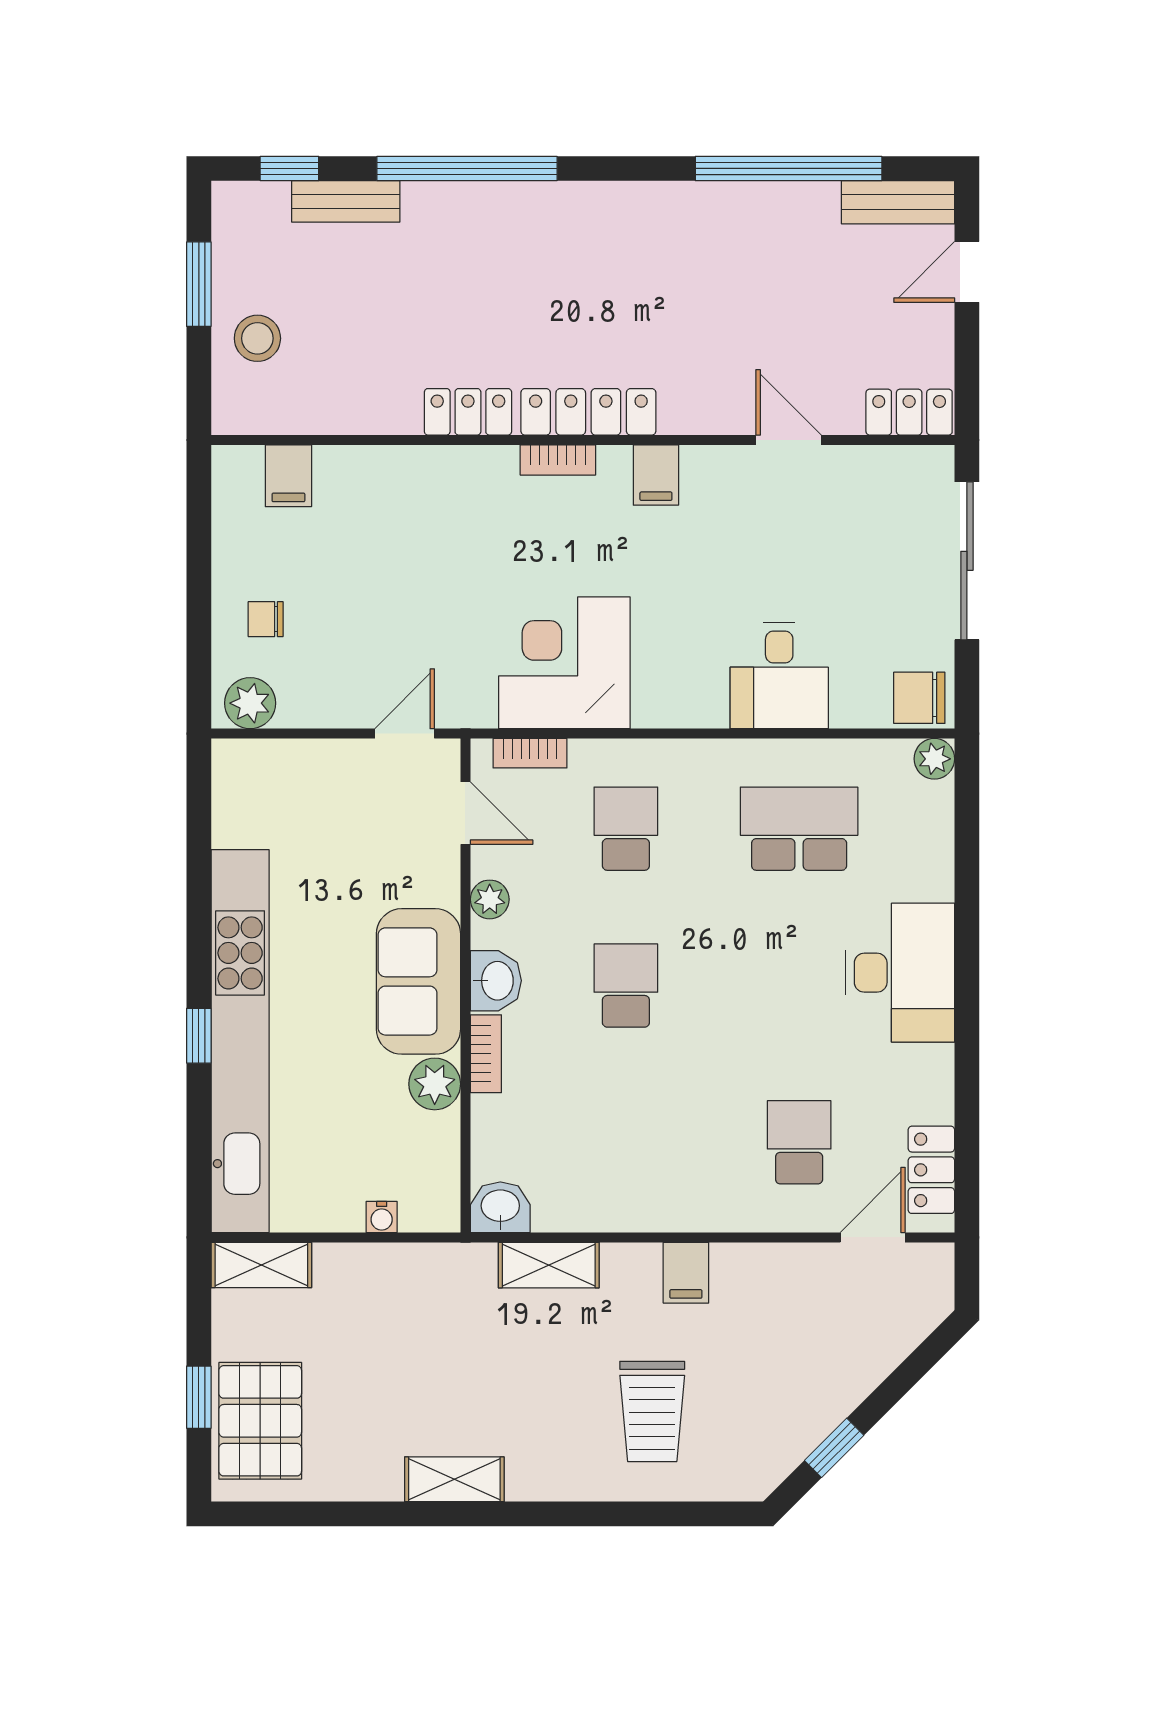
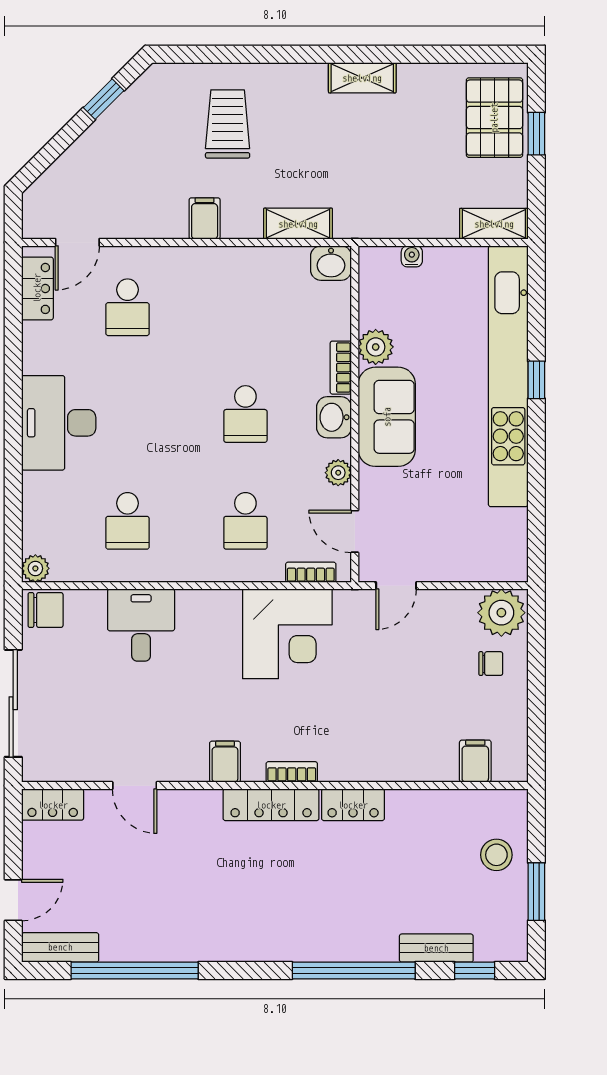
plant: (250, 703) -> (501, 613), width x1.36, depth x1.36
school desk: (799, 829) -> (128, 521), width x0.54

